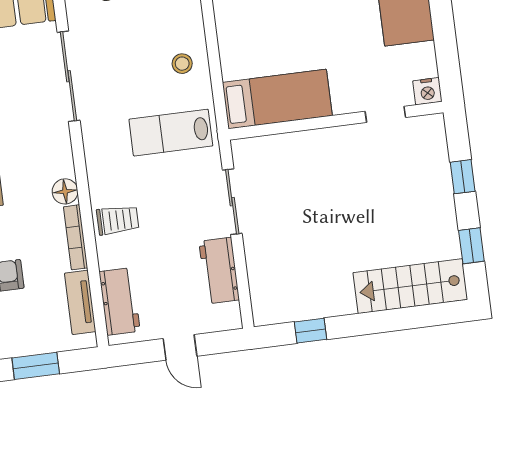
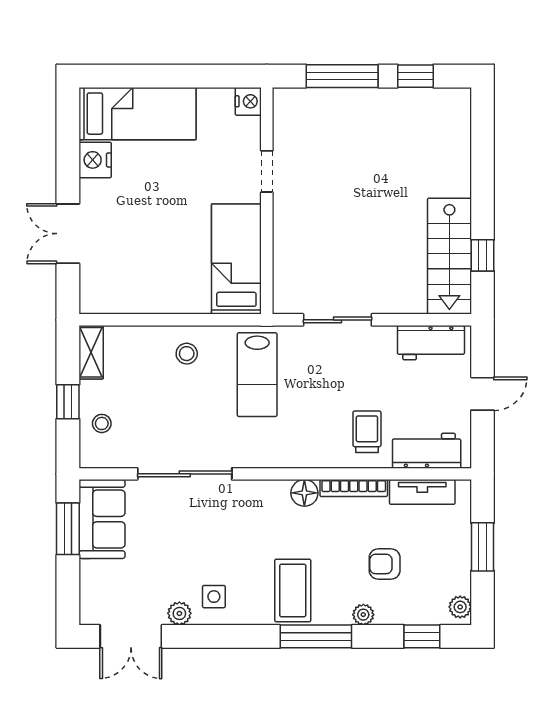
doorway: (385, 114) -> (267, 171), moved
window: (463, 177) -> (342, 76), width x2.17
trolley: (118, 220) -> (367, 432), moved
workbench: (219, 271) -> (431, 343), moved
stairs: (410, 286) -> (449, 256), moved

